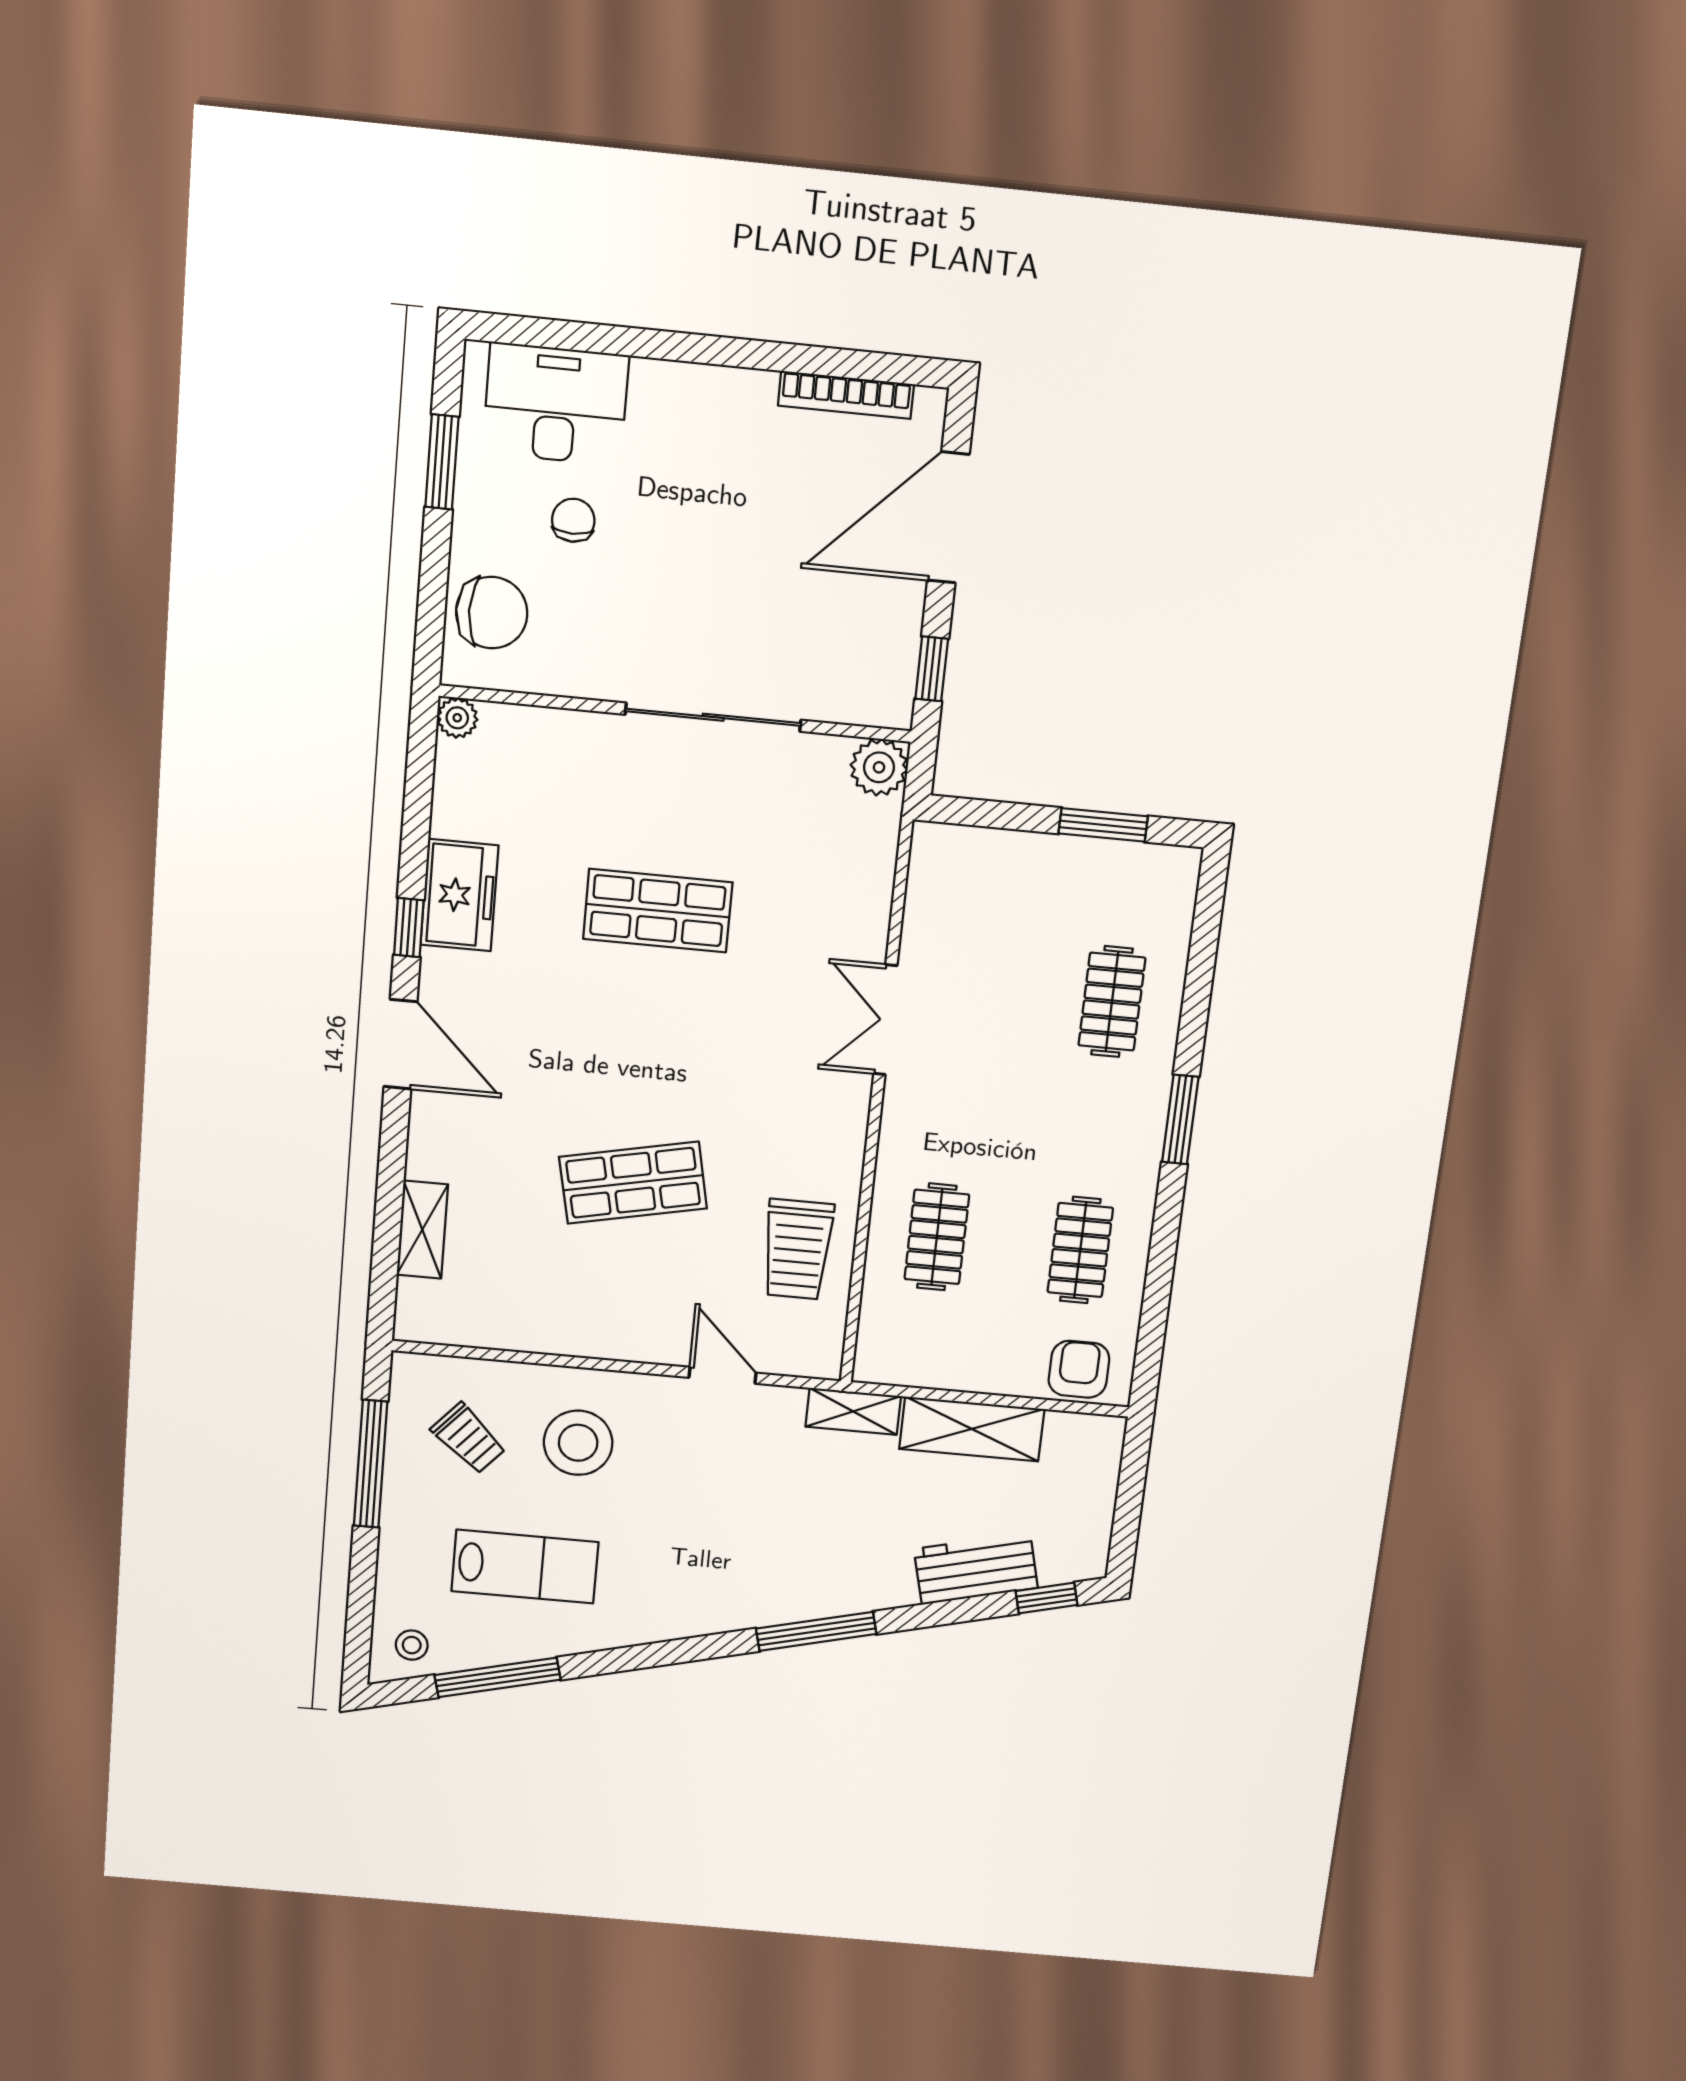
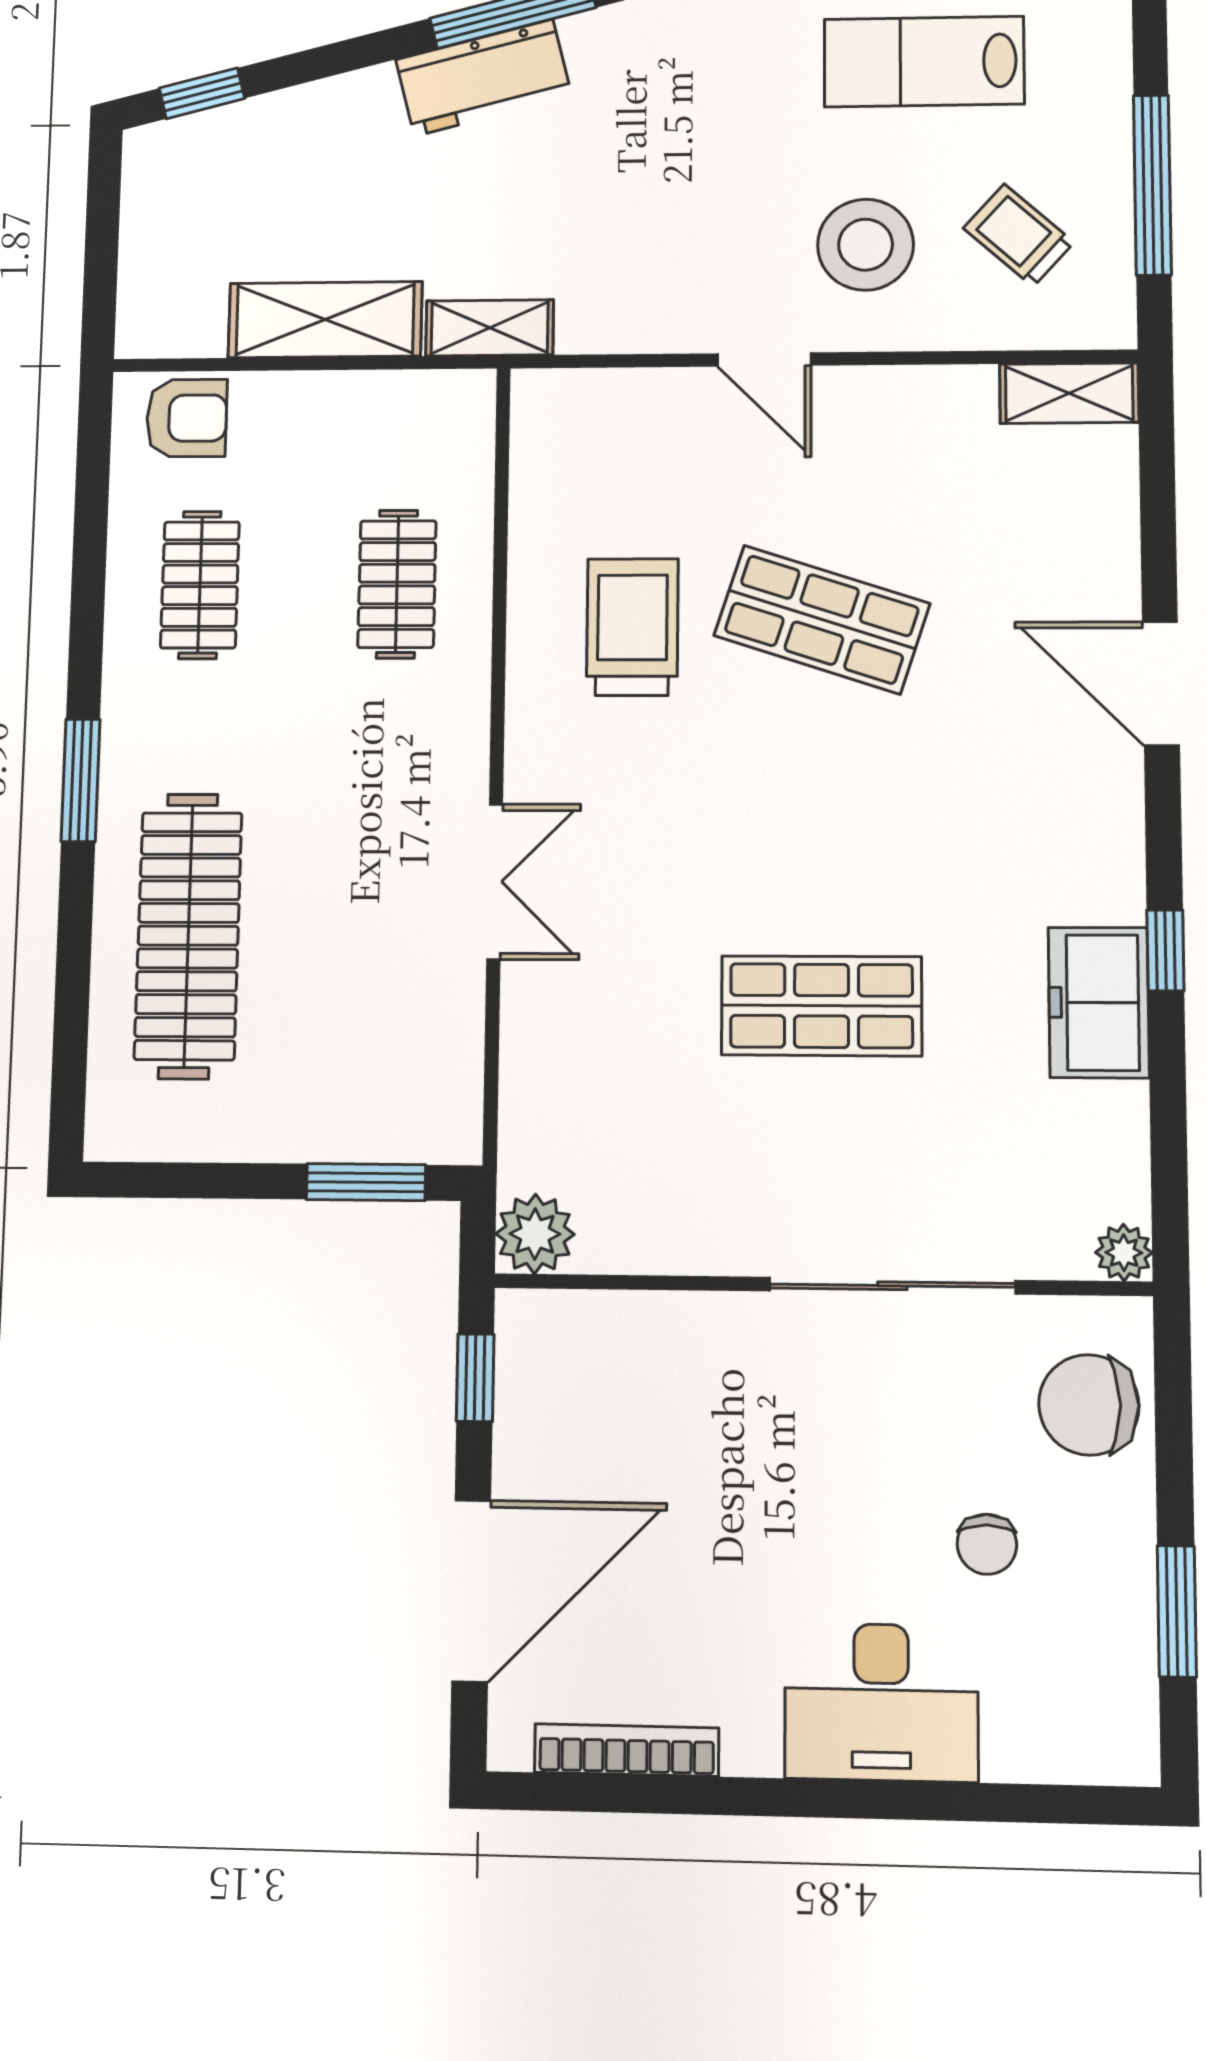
desk: (556, 404) -> (881, 1702), moved
sliding door: (713, 717) -> (892, 1286), moved
window: (1103, 825) -> (366, 1182), moved
clothes rail: (1112, 1002) -> (188, 936), width x1.86, depth x1.31
door: (401, 1044) -> (1161, 684), moved
shop shelf: (633, 1183) -> (822, 620), turned 30
shelving: (422, 1230) -> (1069, 393), moved, turned 90
trolley: (797, 1249) -> (632, 627), moved
armchair: (1079, 1369) -> (187, 418), turned -90
door: (722, 1375) -> (764, 360), moved
workbench: (976, 1569) -> (484, 78), moved

